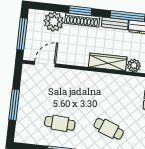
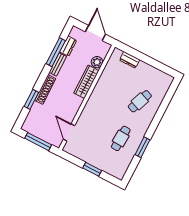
window: (80, 11) -> (31, 99), moved
plant: (54, 22) -> (38, 113), removed
window: (14, 105) -> (92, 169), width x0.69

